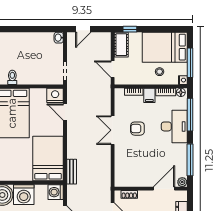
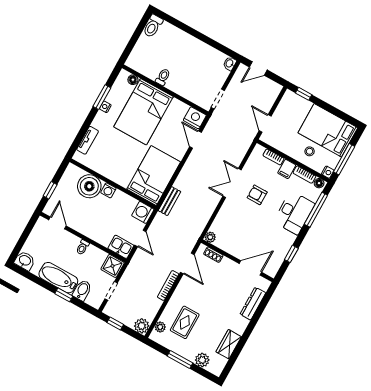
cot: (121, 45) -> (287, 104), removed
window: (190, 160) -> (291, 254), width x0.46
plant: (182, 182) -> (210, 237), moved
washing machine: (24, 195) -> (108, 190), width x0.53, depth x0.53

